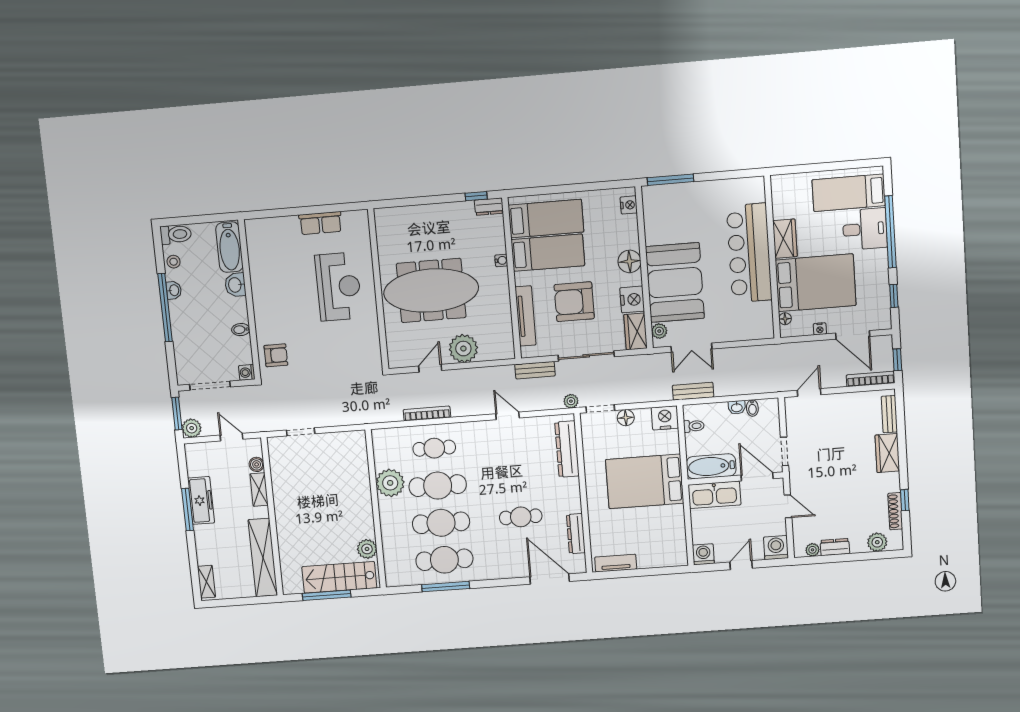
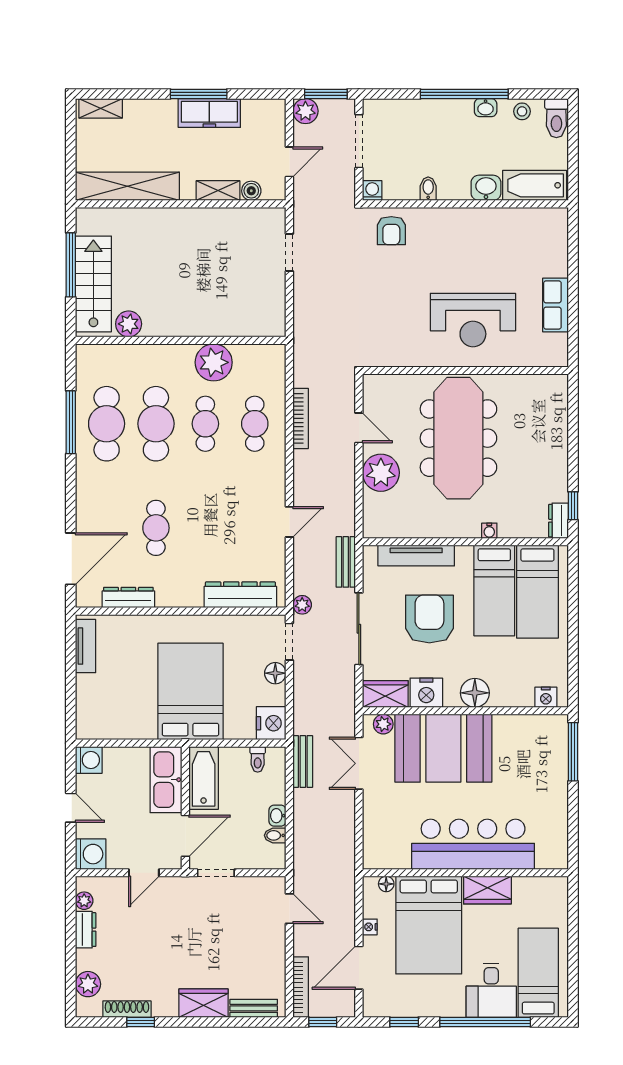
cafe table: (438, 486) -> (205, 424), width x0.73, depth x0.74

